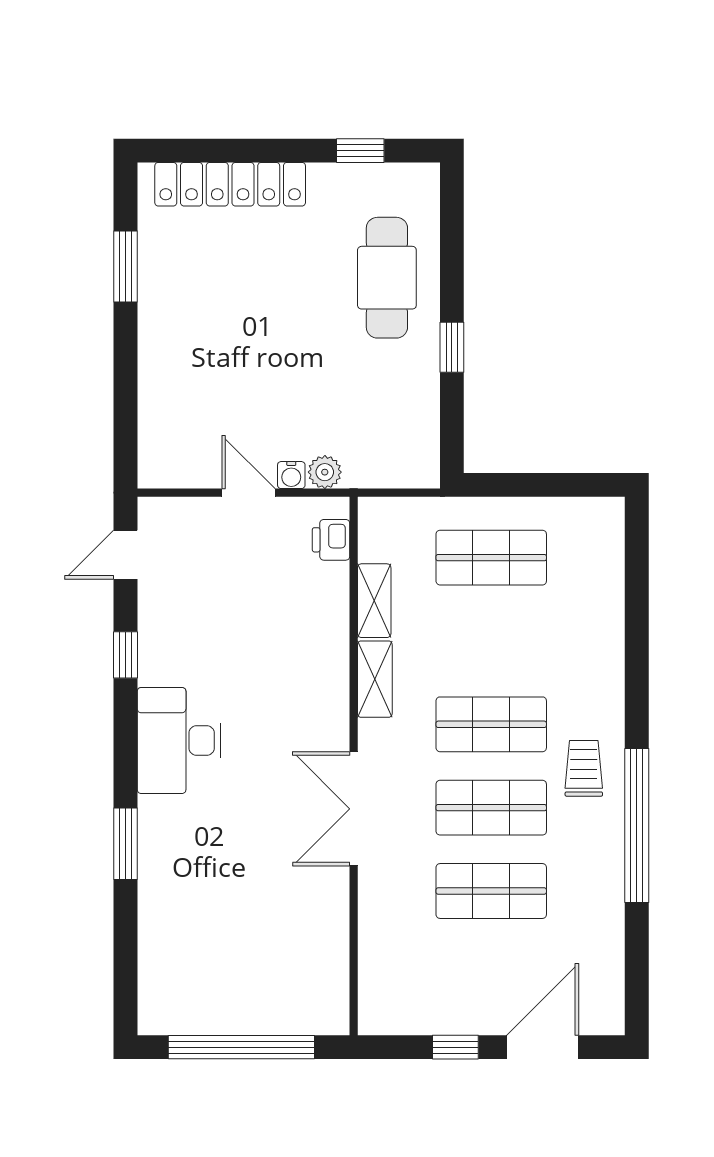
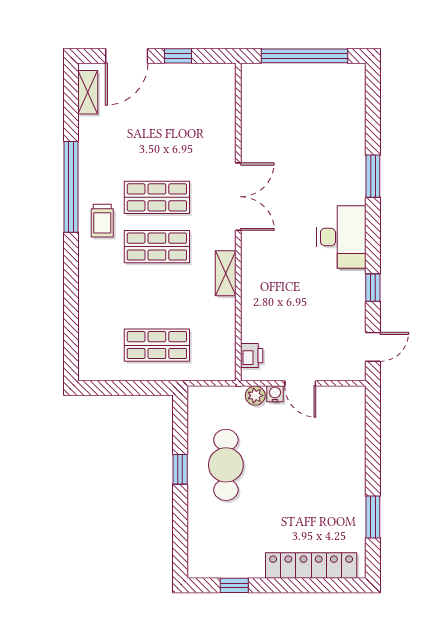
cafe table: (387, 278) -> (226, 465), moved
shelving: (374, 601) -> (88, 92), moved
shop shelf: (491, 891) -> (157, 148), removed

